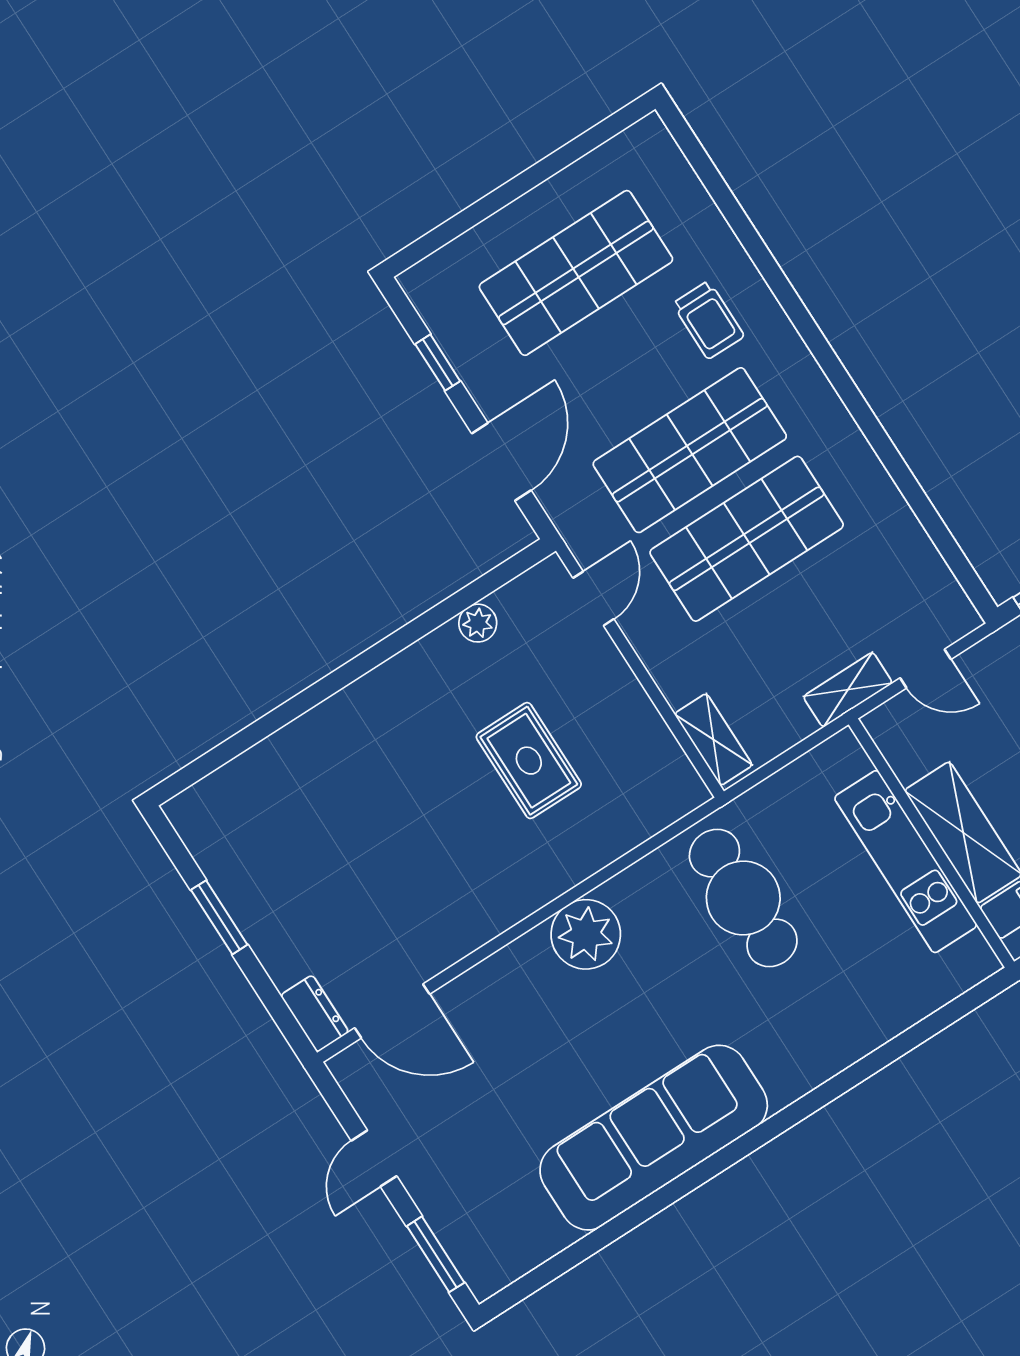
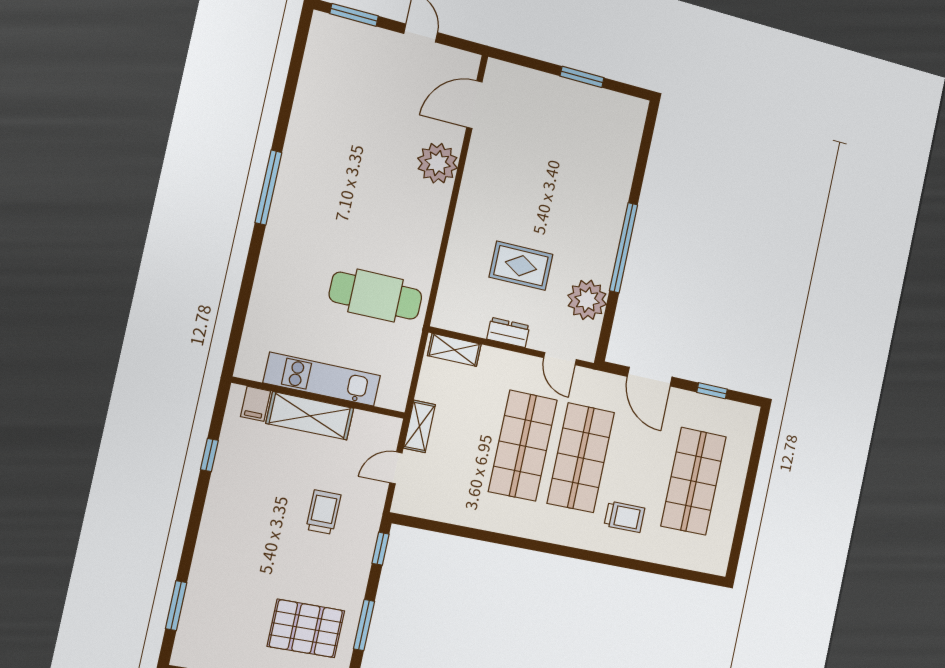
trolley: (708, 320) -> (624, 517), turned 180
plant: (478, 623) -> (587, 300), width x1.88, depth x1.88
window: (375, 656) -> (624, 248), added
plant: (586, 934) -> (438, 163), moved
dresser: (315, 1014) -> (508, 332), moved, turned 180
sofa: (654, 1138) -> (311, 155), removed
window: (742, 1147) -> (268, 188), added

